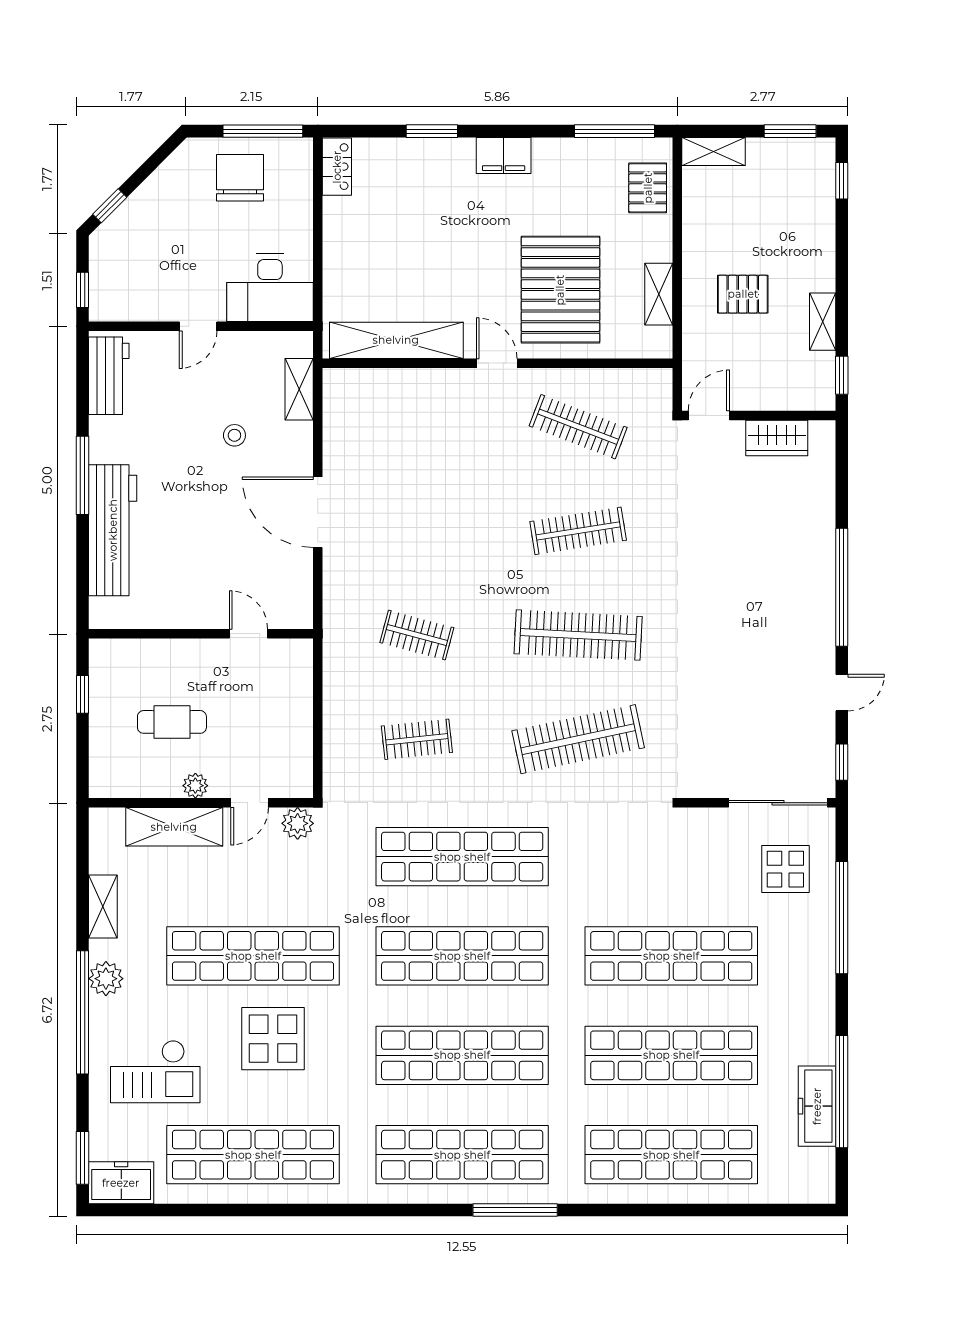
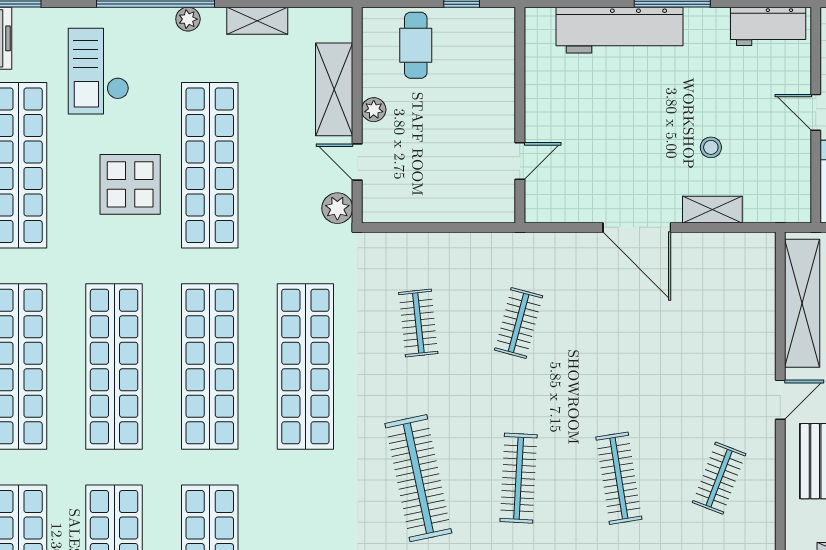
shelving: (299, 389) -> (712, 210), moved
clothes rail: (578, 427) -> (719, 478), width x0.73
door: (318, 512) -> (637, 227), swing flipped
clothes rail: (578, 635) -> (519, 478), width x0.73, depth x0.76
cafe table: (172, 722) -> (416, 45), moved
plant: (106, 979) -> (188, 19), width x0.73, depth x0.73

